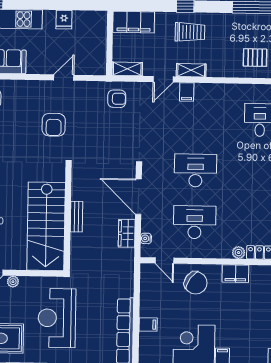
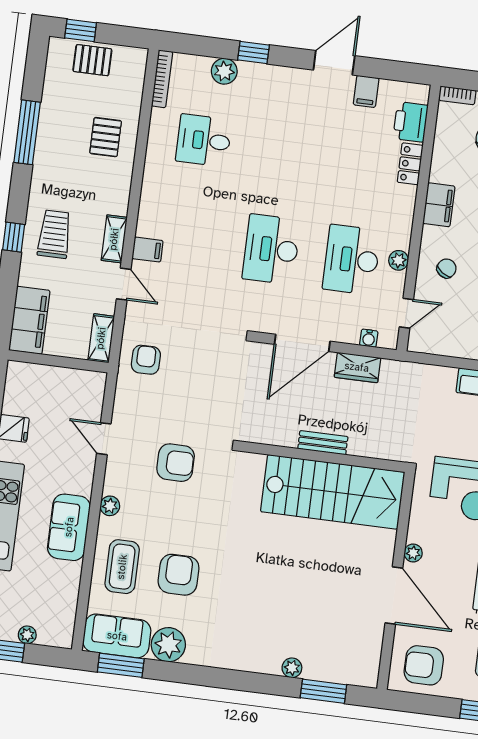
plant: (22, 86) -> (110, 506), added
plant: (239, 253) -> (399, 260), moved
chair: (196, 283) -> (447, 268), width x0.54, depth x0.54

